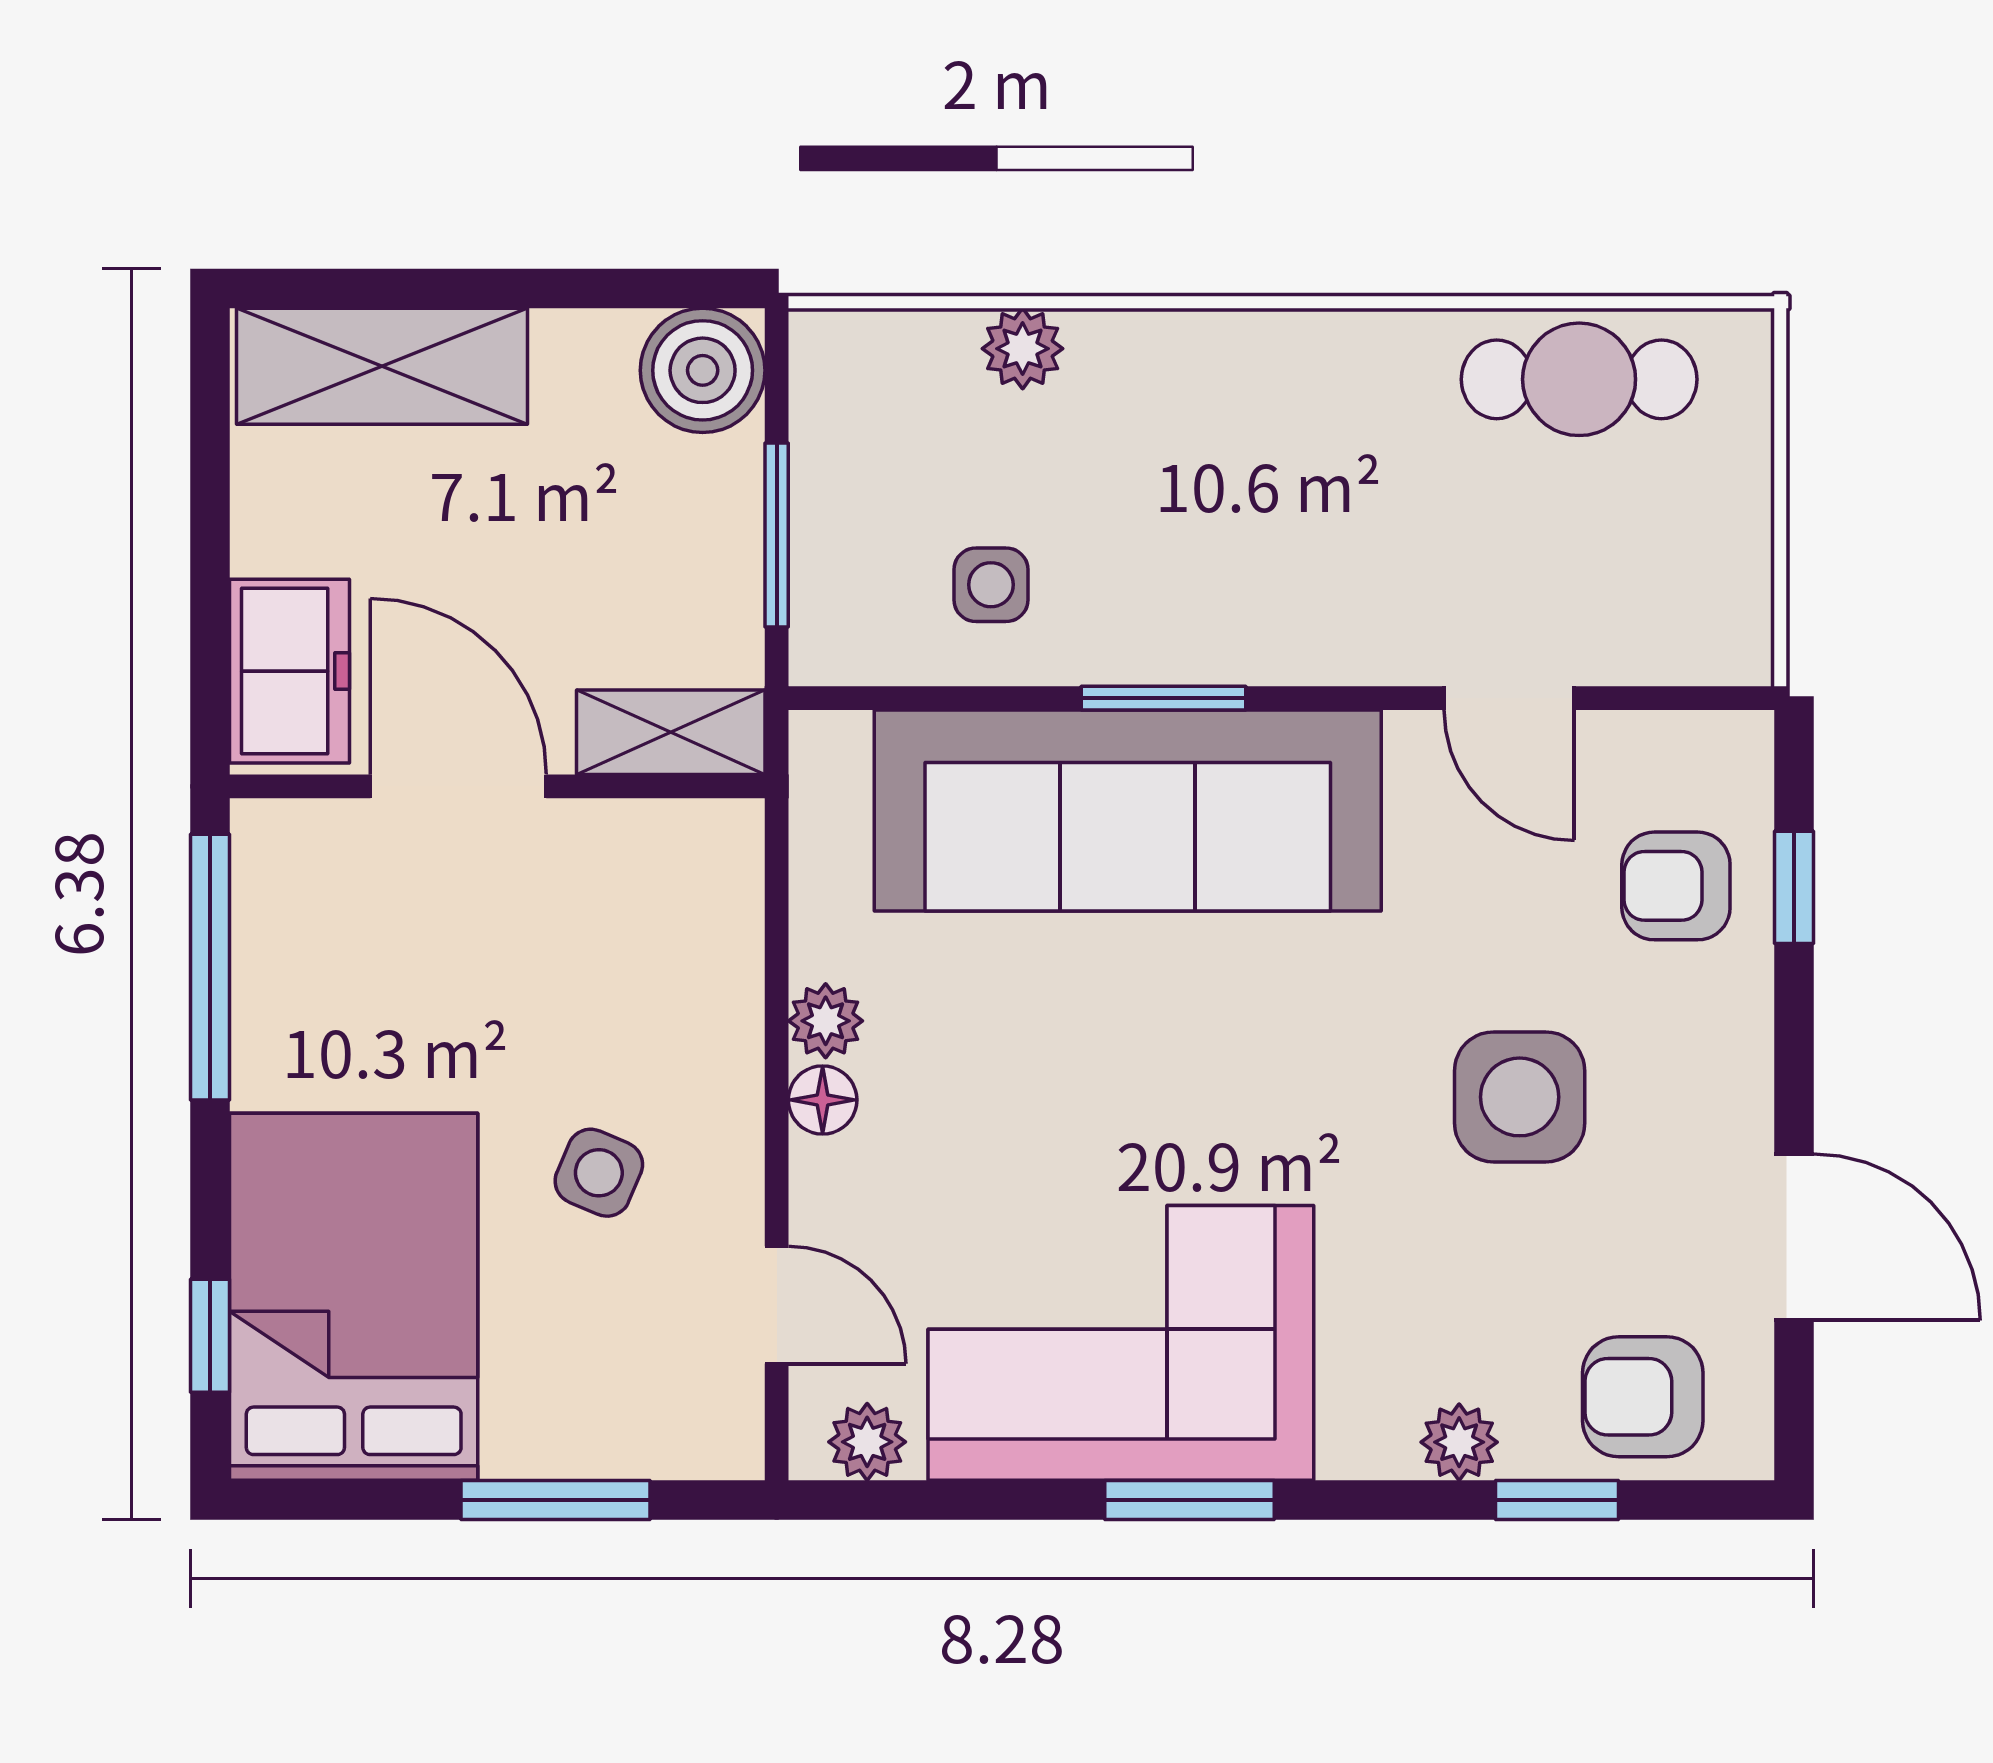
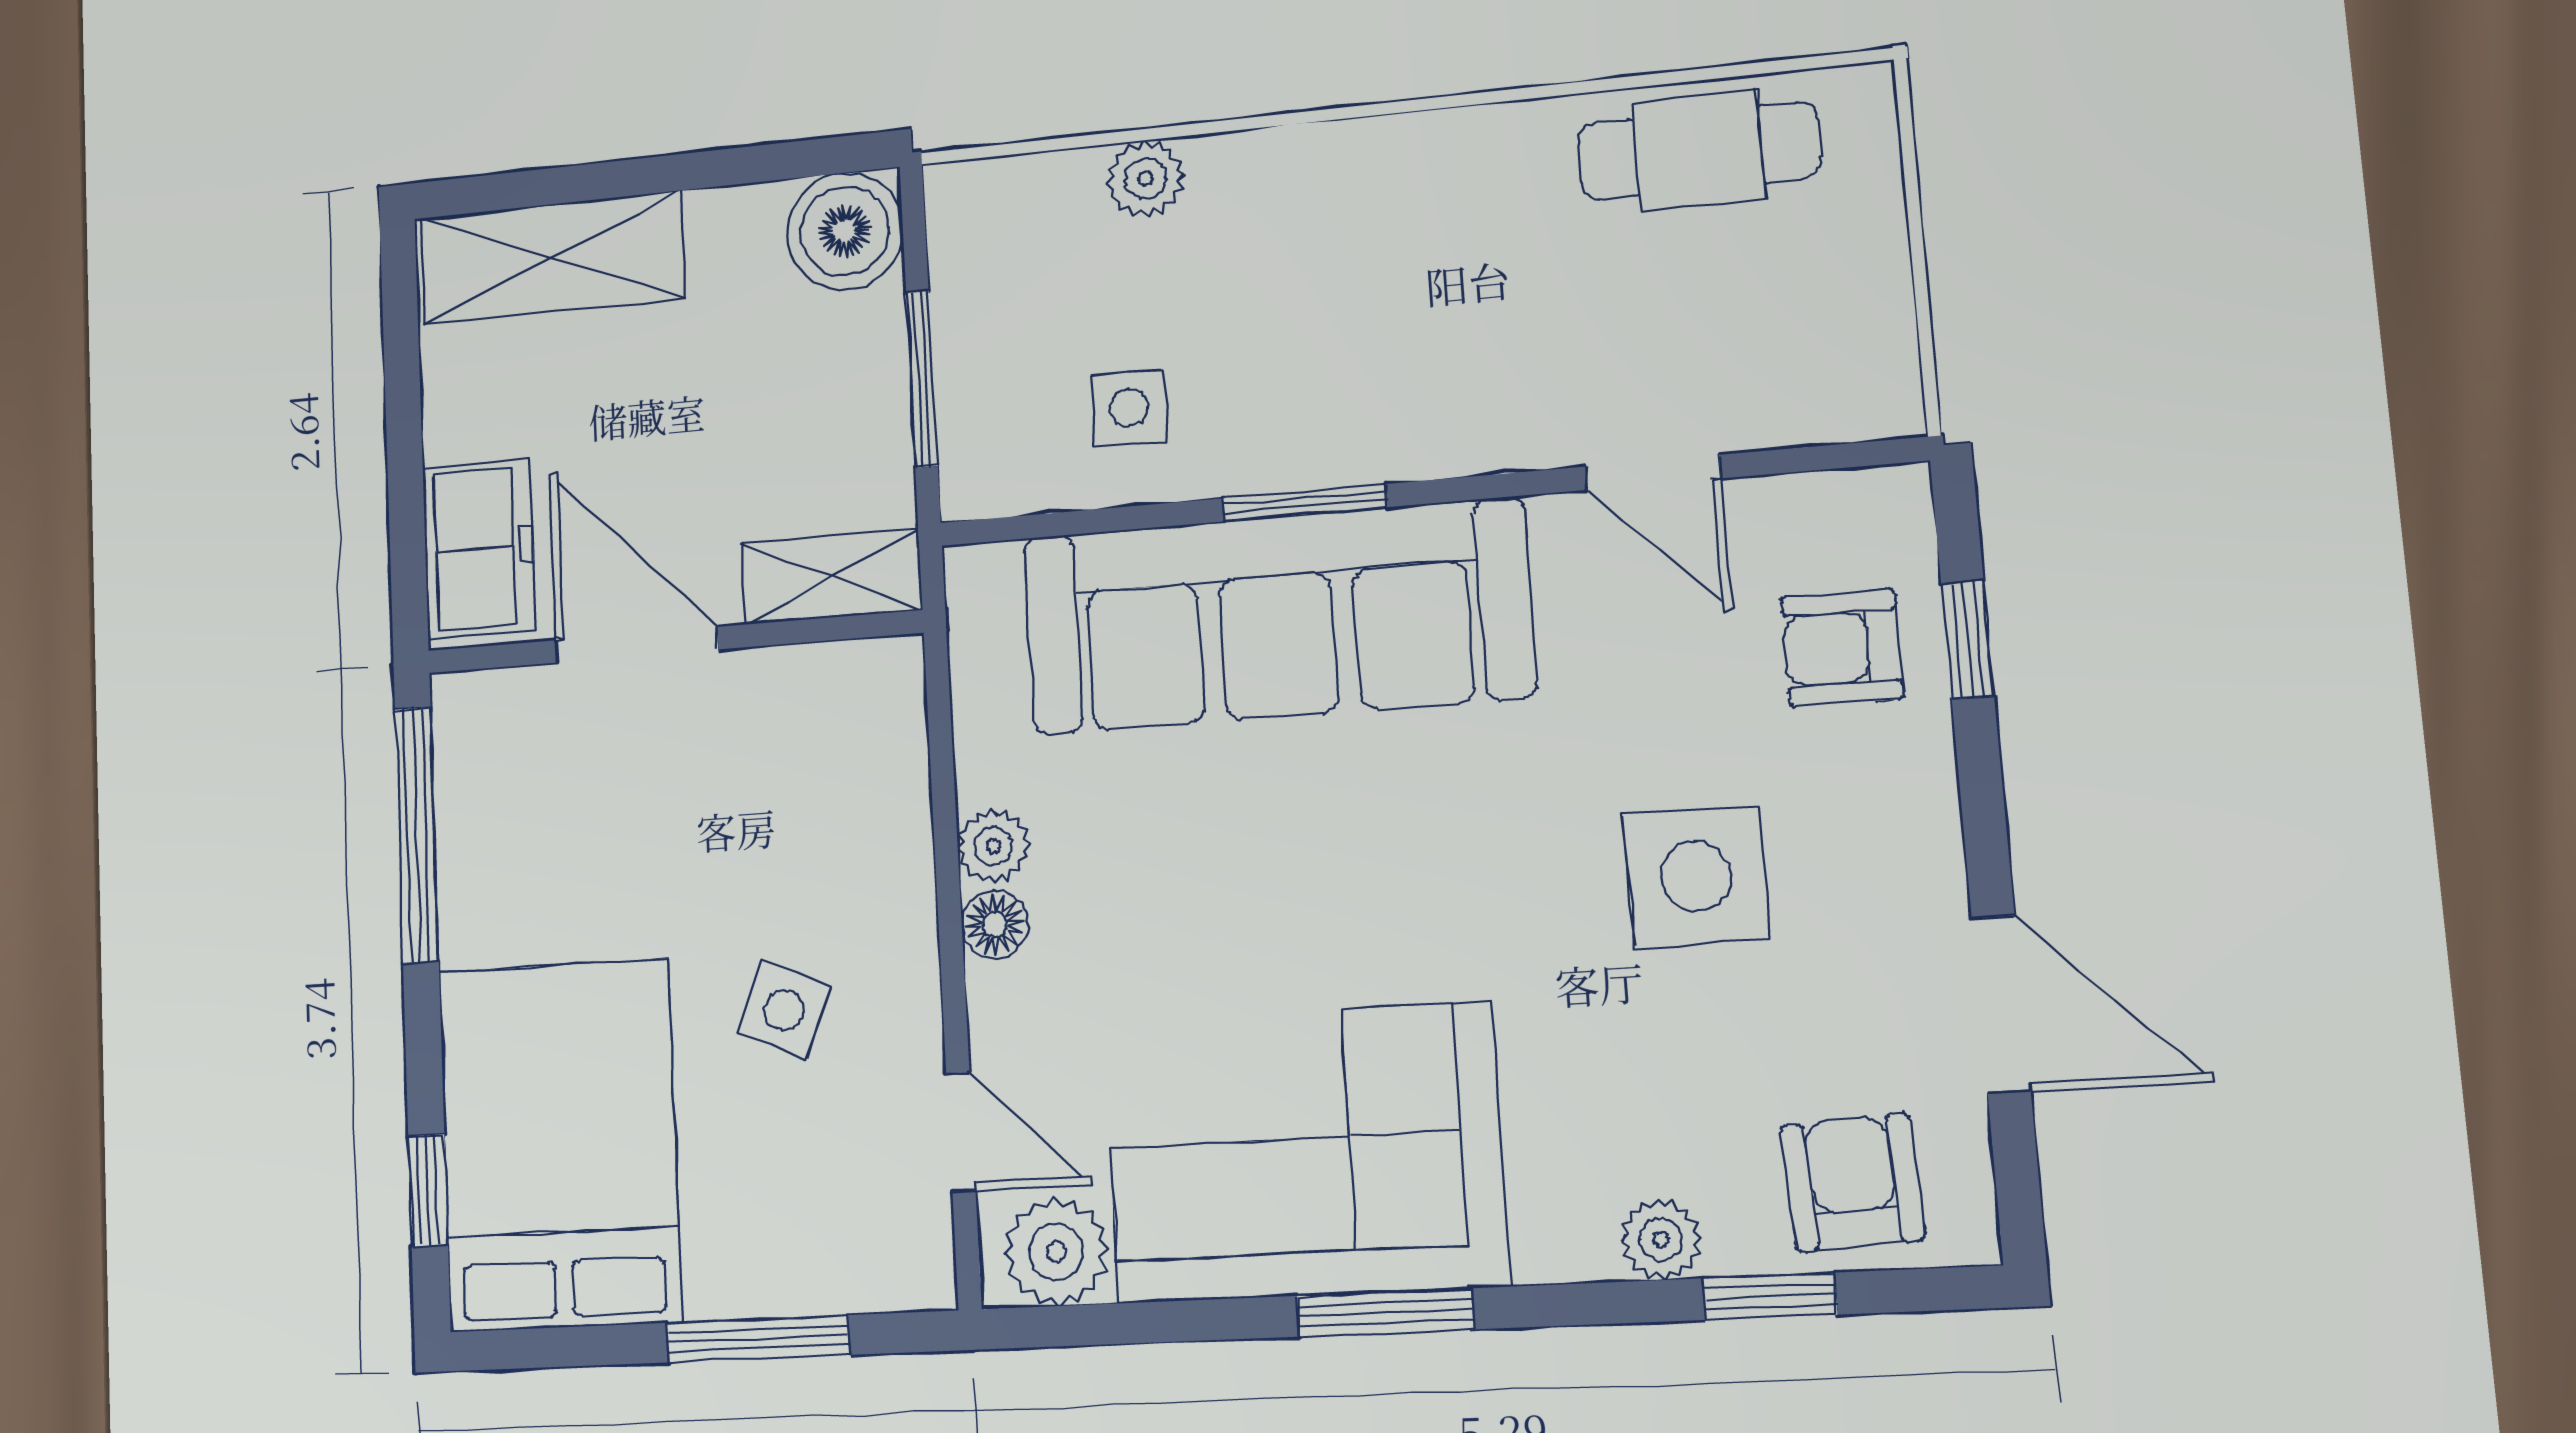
armchair: (1643, 1397) -> (1853, 1182), turned 87
plant: (867, 1442) -> (1056, 1252), width x1.38, depth x1.38

